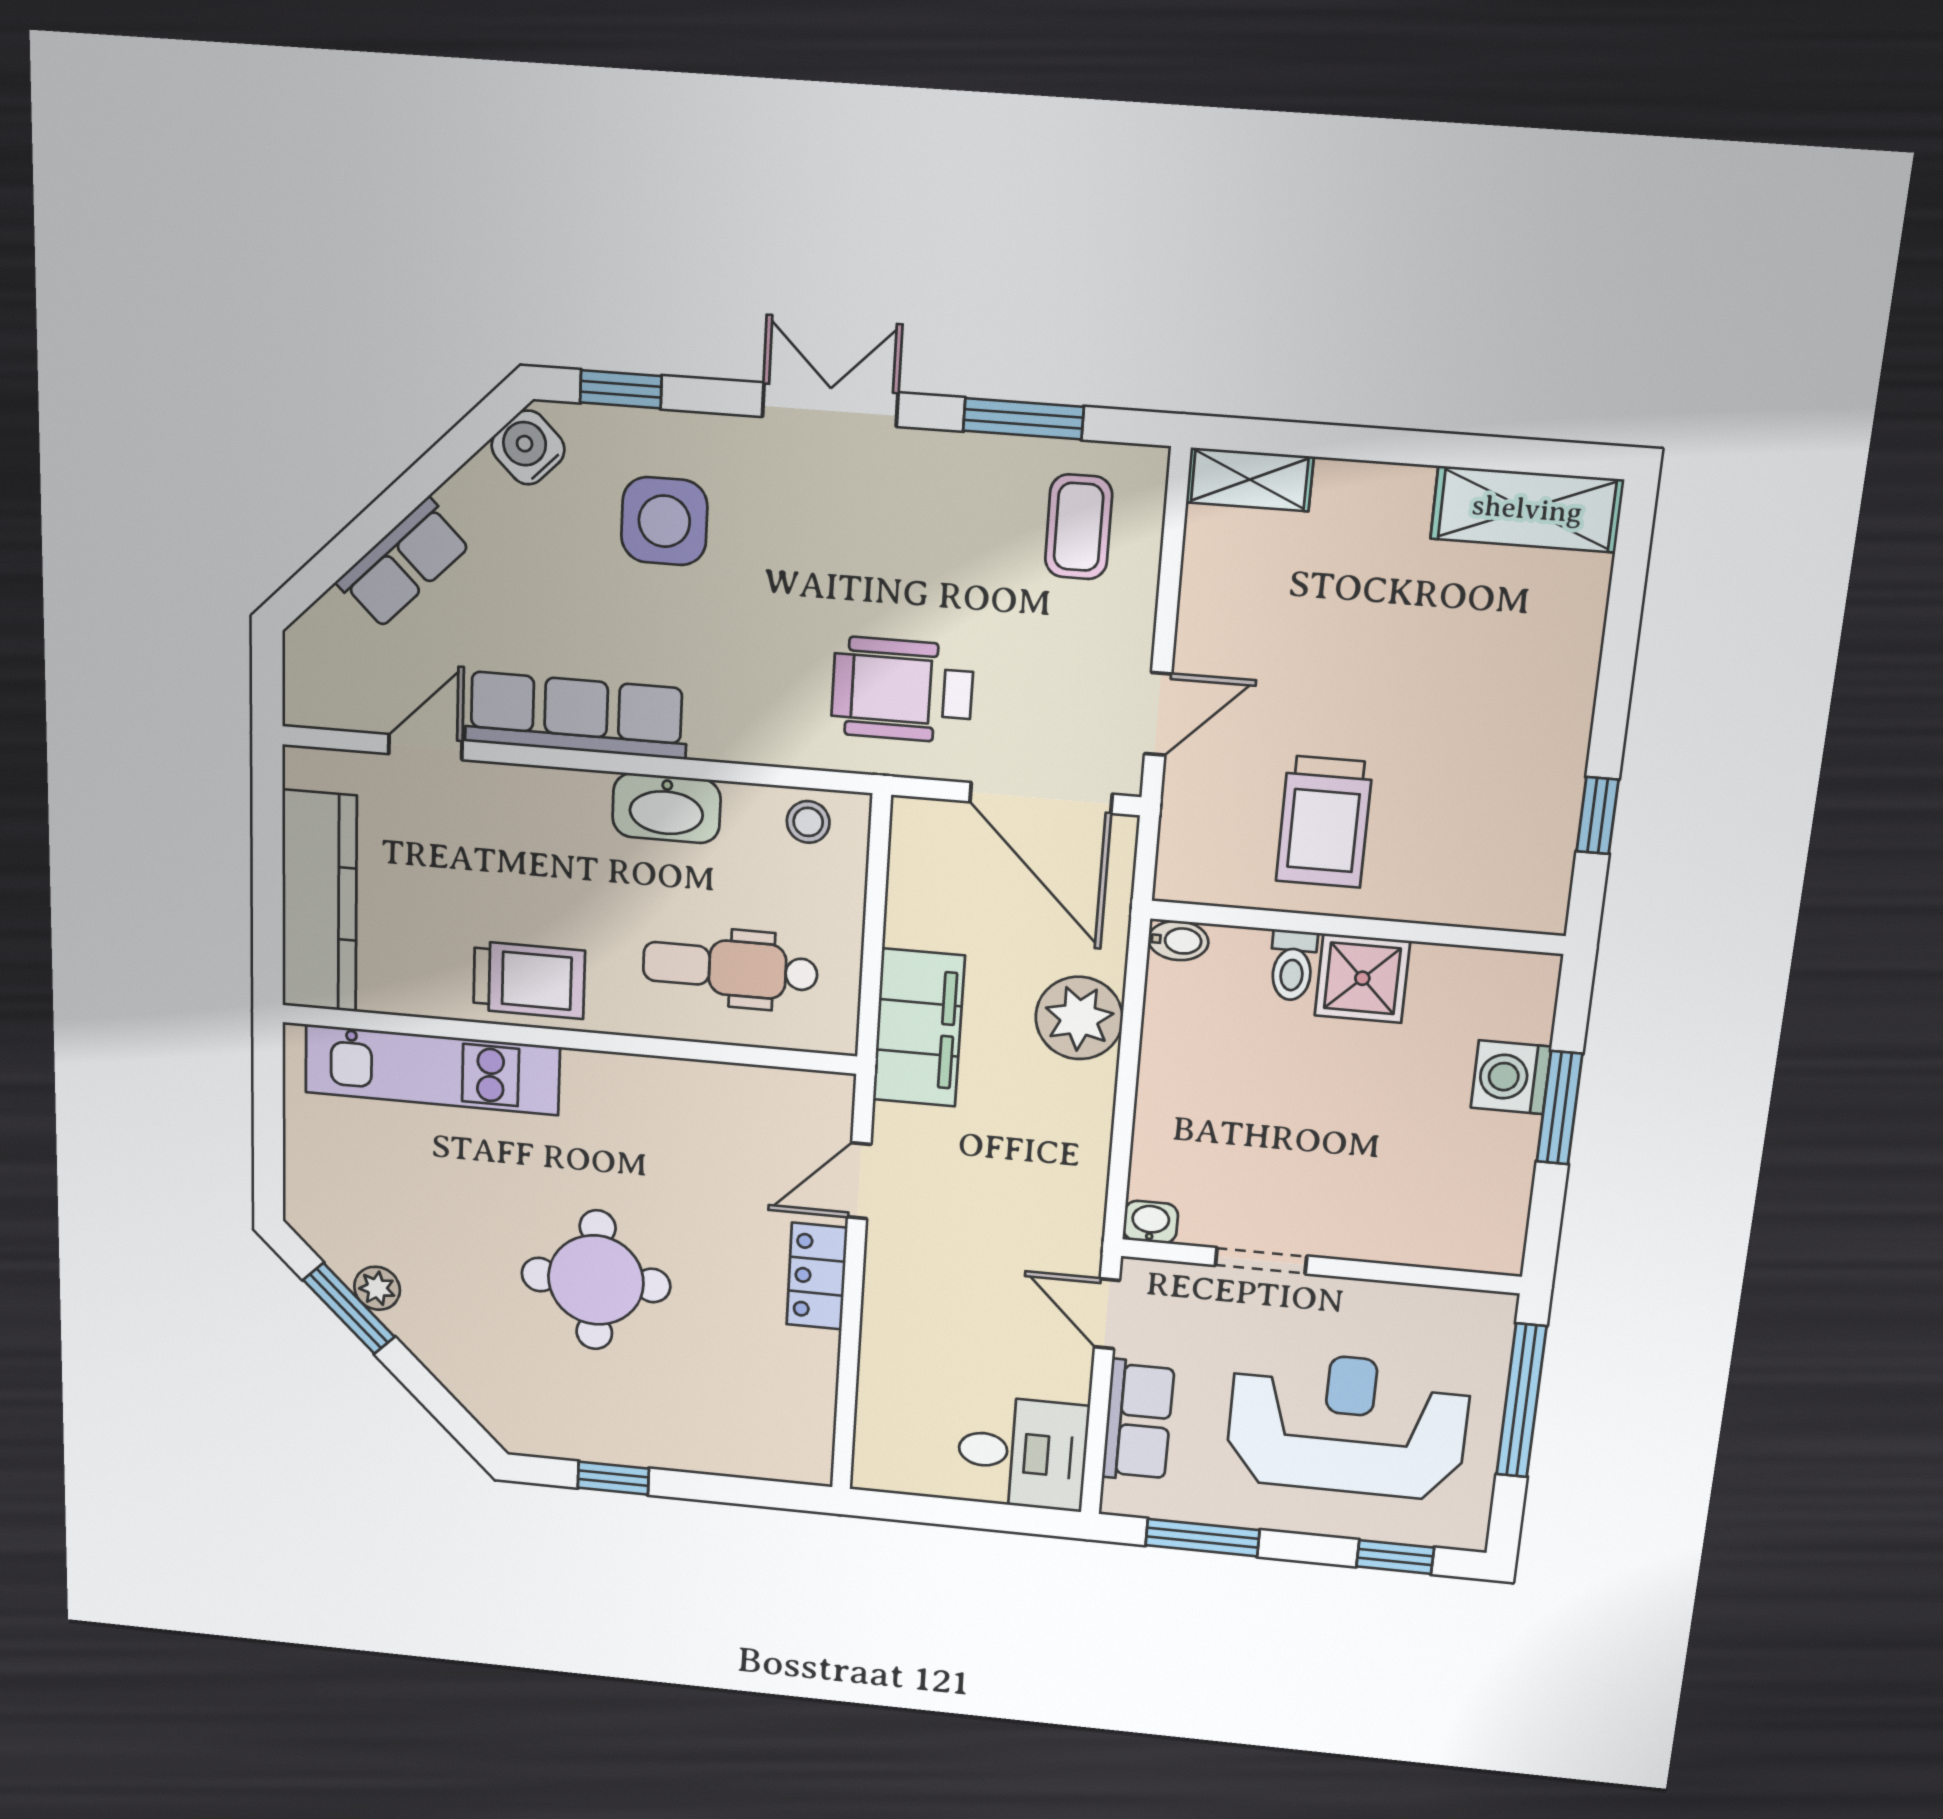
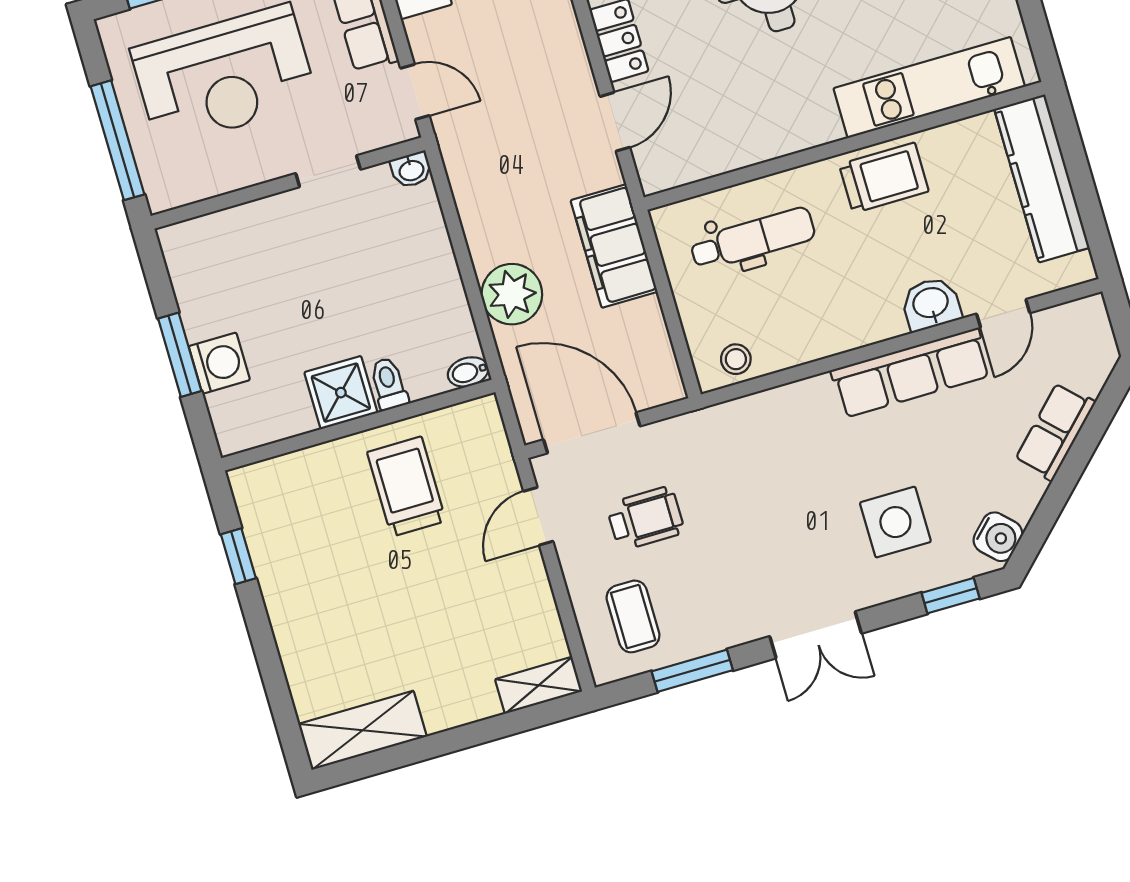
wheelchair: (902, 690) -> (645, 518), moved, width x0.73, depth x0.73
washbasin: (666, 808) -> (931, 304), moved, width x0.72
trolley: (529, 980) -> (884, 178), turned 180

